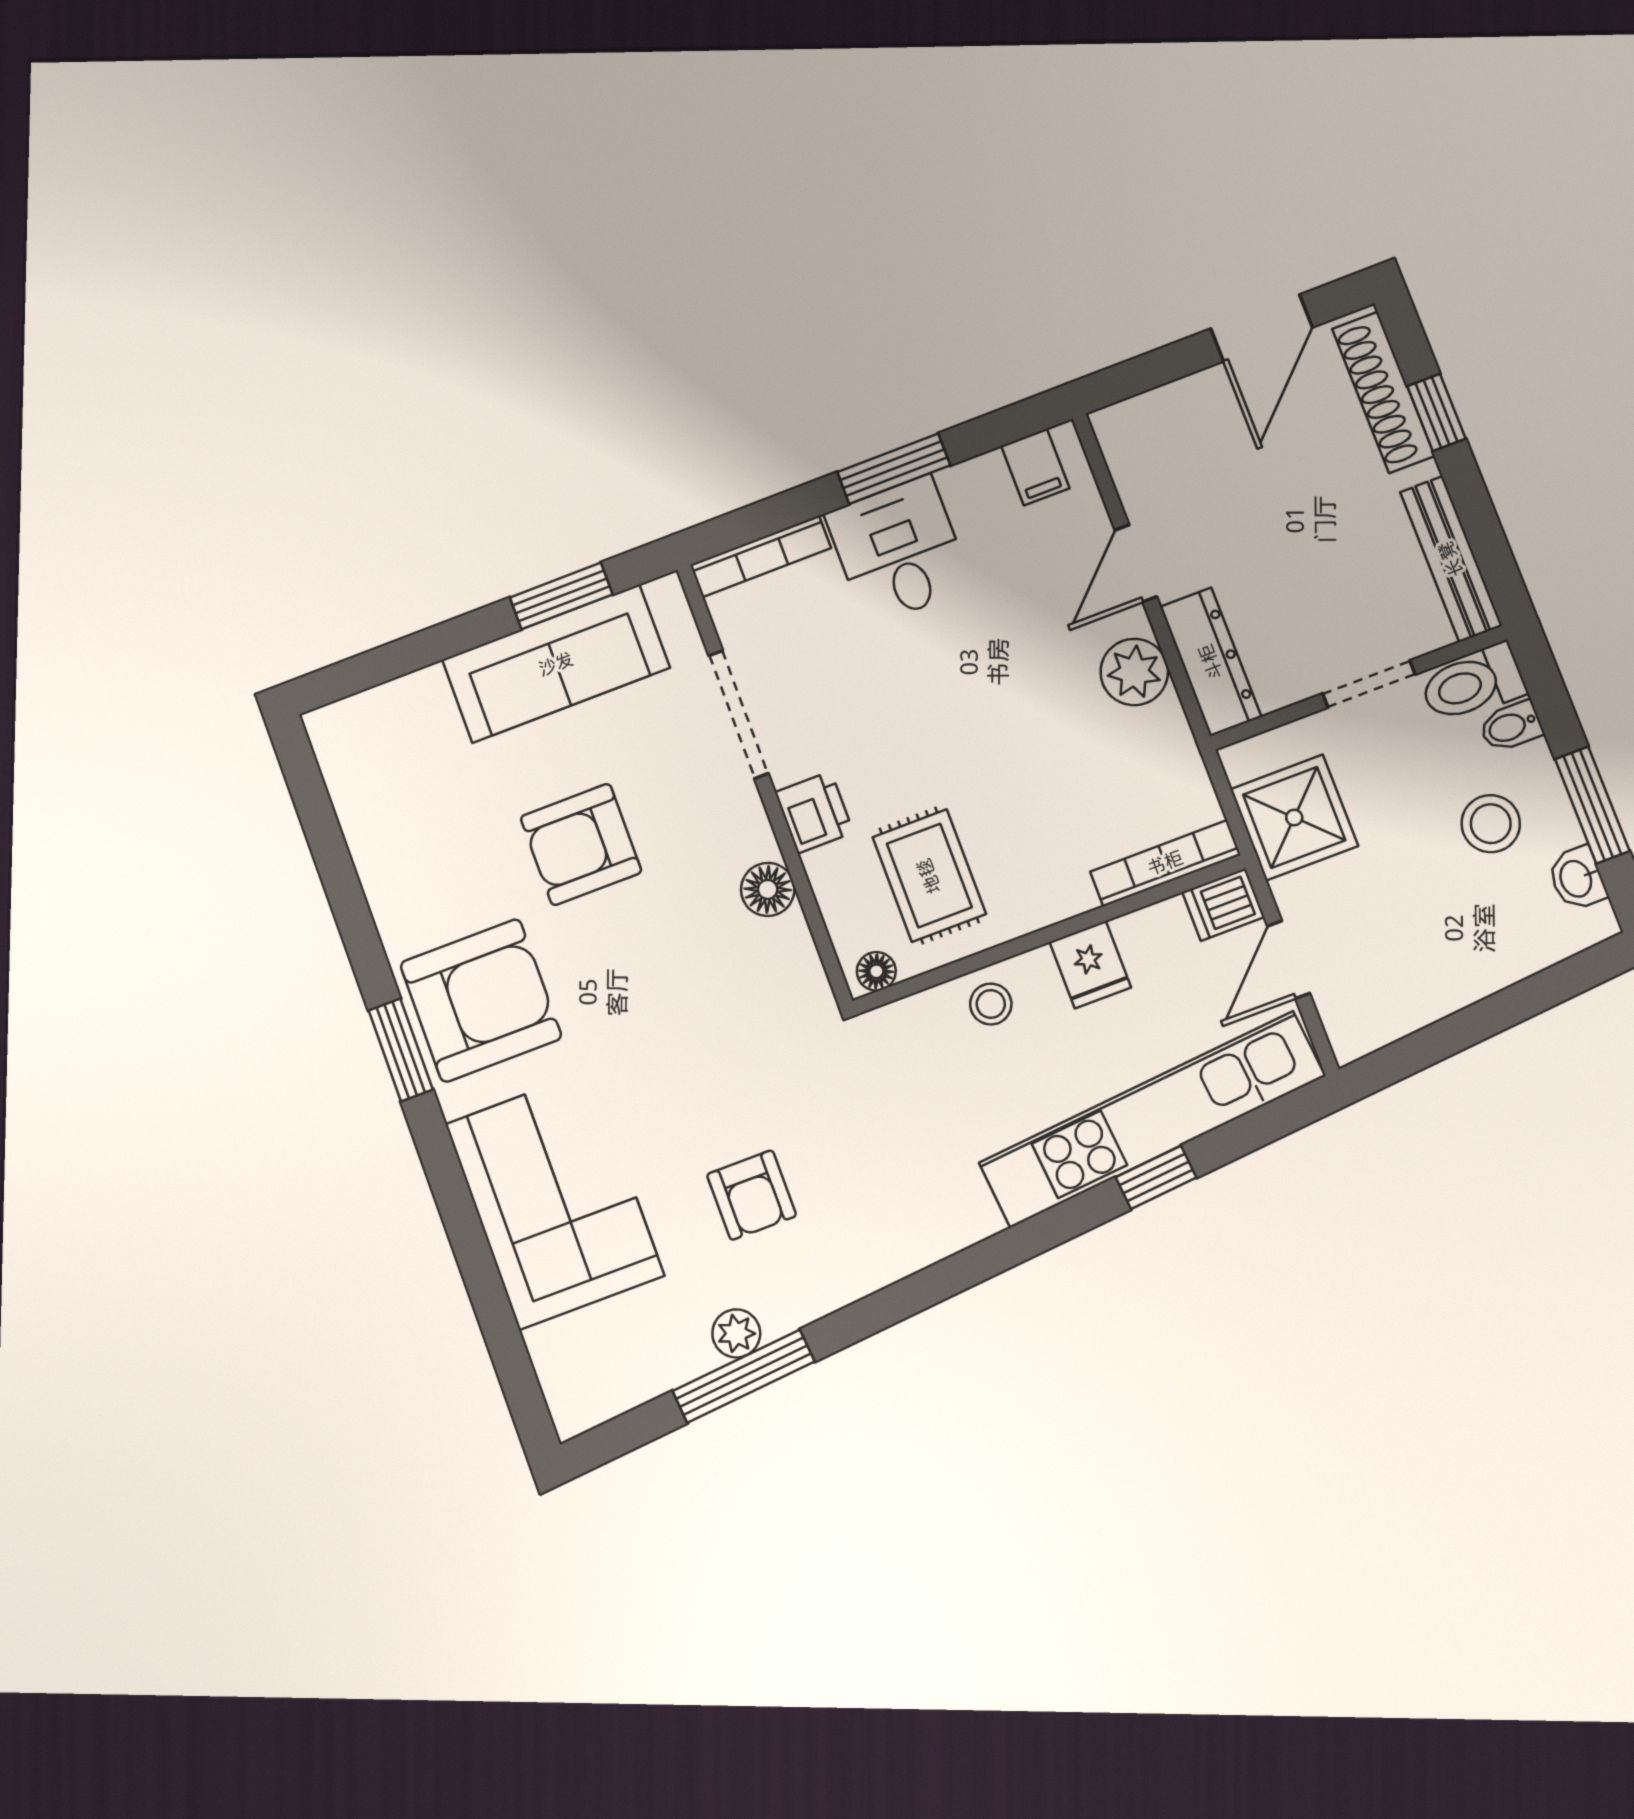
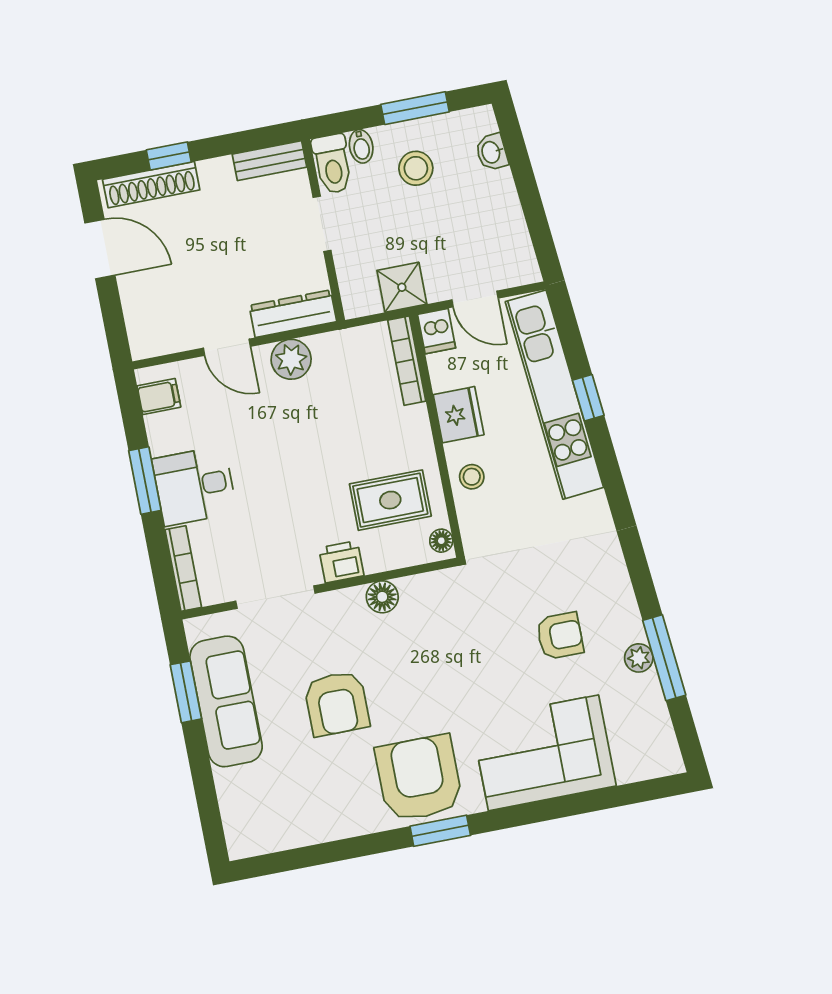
bench: (1451, 559) -> (270, 161), width x0.73
shower: (1294, 817) -> (402, 287), width x0.73, depth x0.73
washbasin: (1577, 878) -> (492, 152), moved, turned 85
fridge: (1090, 965) -> (459, 415), width x1.38

